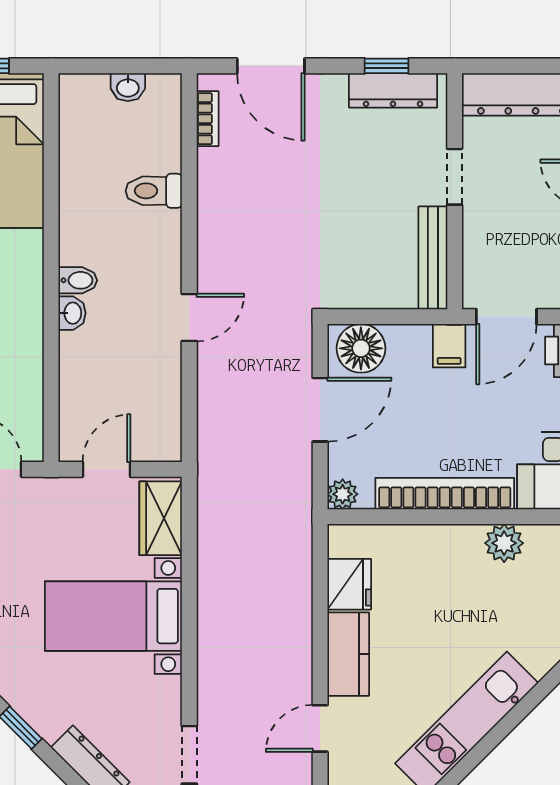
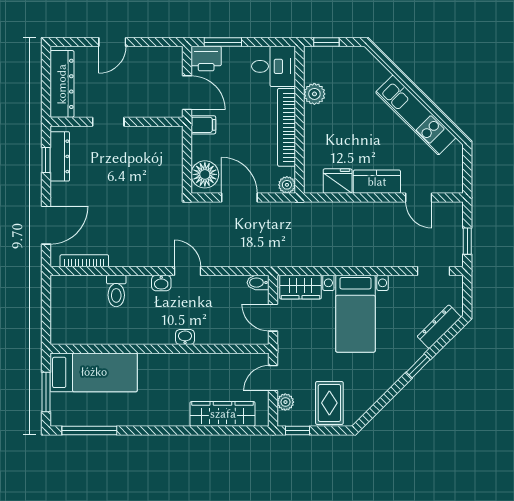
washbasin: (128, 87) -> (161, 283), moved, turned 90
bookcase: (208, 119) -> (84, 261), width x1.56
bench: (433, 258) -> (154, 134), removed
bidet: (78, 280) -> (258, 283), moved, turned -90

